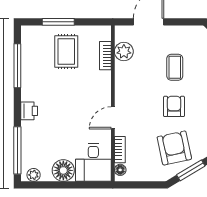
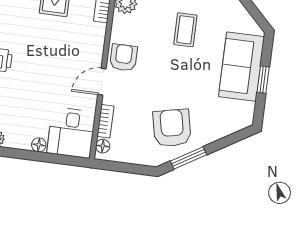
armchair: (174, 106) -> (124, 58), moved
floor lamp: (63, 170) -> (39, 145), width x0.53, depth x0.53

